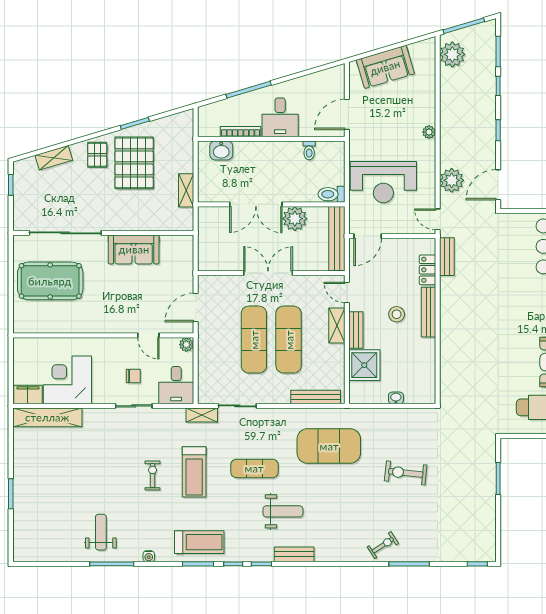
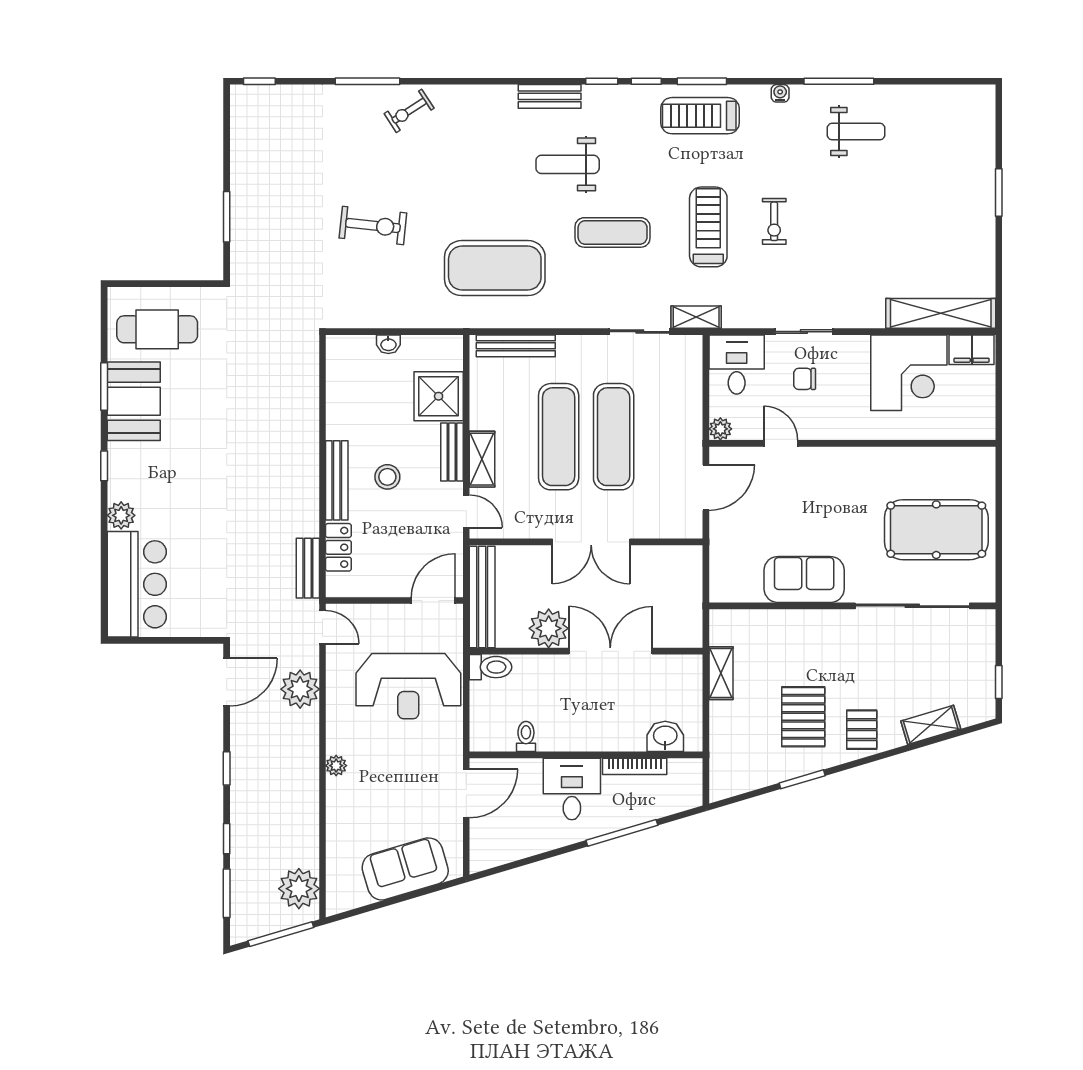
pallet: (134, 163) -> (803, 717), width x0.73, depth x0.71
reception desk: (383, 182) -> (408, 686), turned 180
weight bench: (101, 532) -> (856, 132), turned -90

